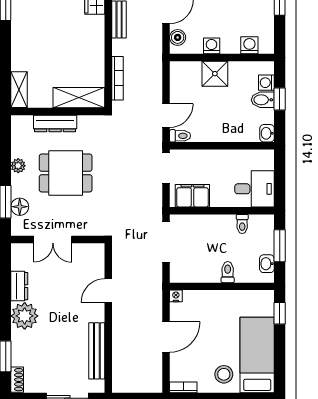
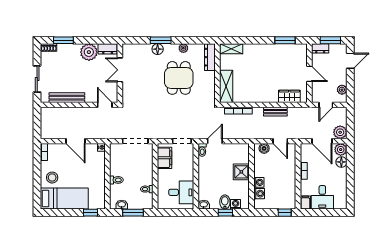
washing machine: (212, 46) -> (259, 182), moved
door: (166, 116) -> (215, 141), swing flipped
dresser: (55, 124) -> (210, 57), moved
desk: (255, 189) -> (181, 192), moved, turned -90
double door: (53, 240) -> (120, 70), moved
wall: (58, 240) -> (120, 73), moved

